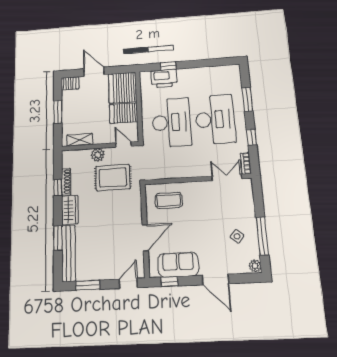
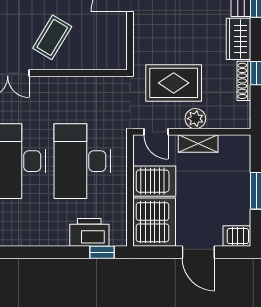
window: (168, 66) -> (102, 252), moved
shelving: (80, 140) -> (198, 144), moved
coffee table: (169, 200) -> (52, 37), moved, turned -59

